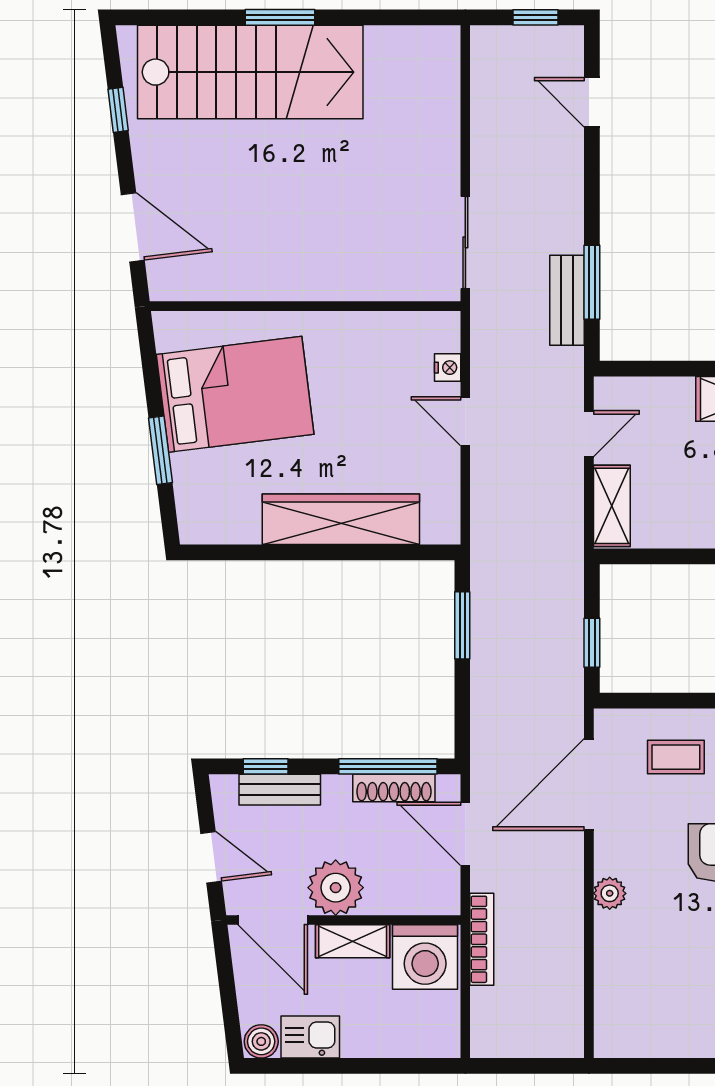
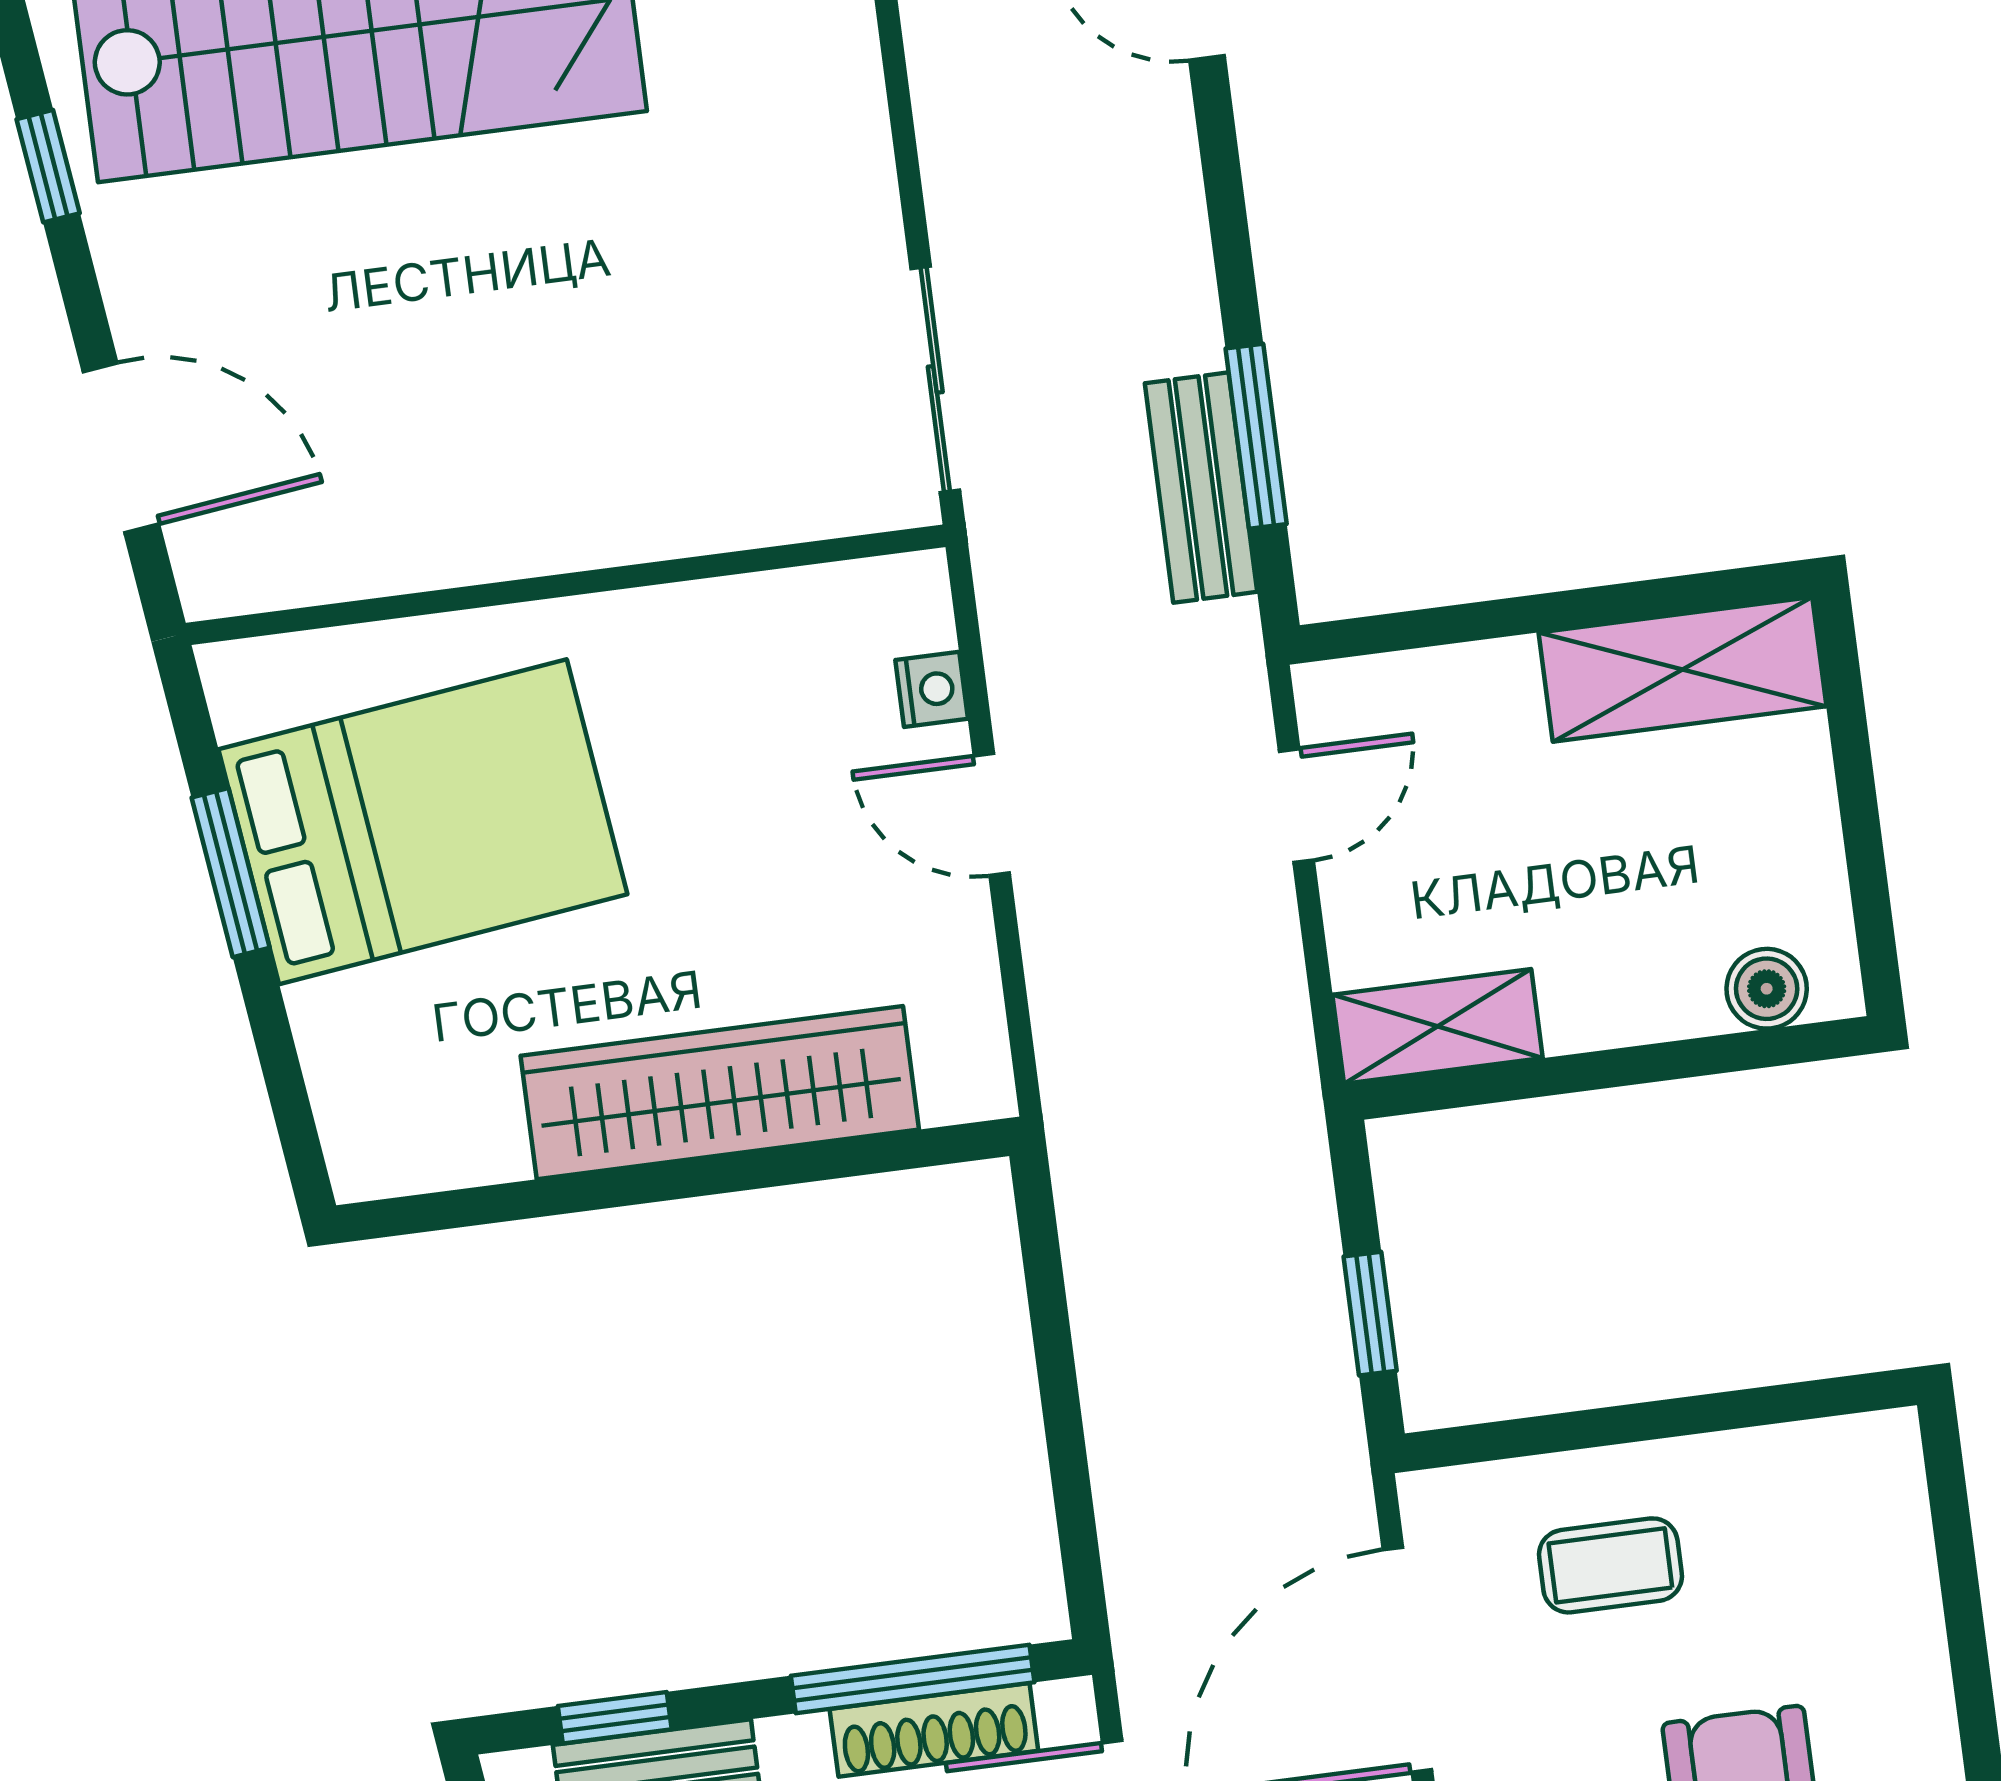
window: (160, 450) -> (231, 873), moved
shelving: (612, 506) -> (1438, 1026), moved, turned 90
window: (462, 625) -> (1049, 1313), removed

